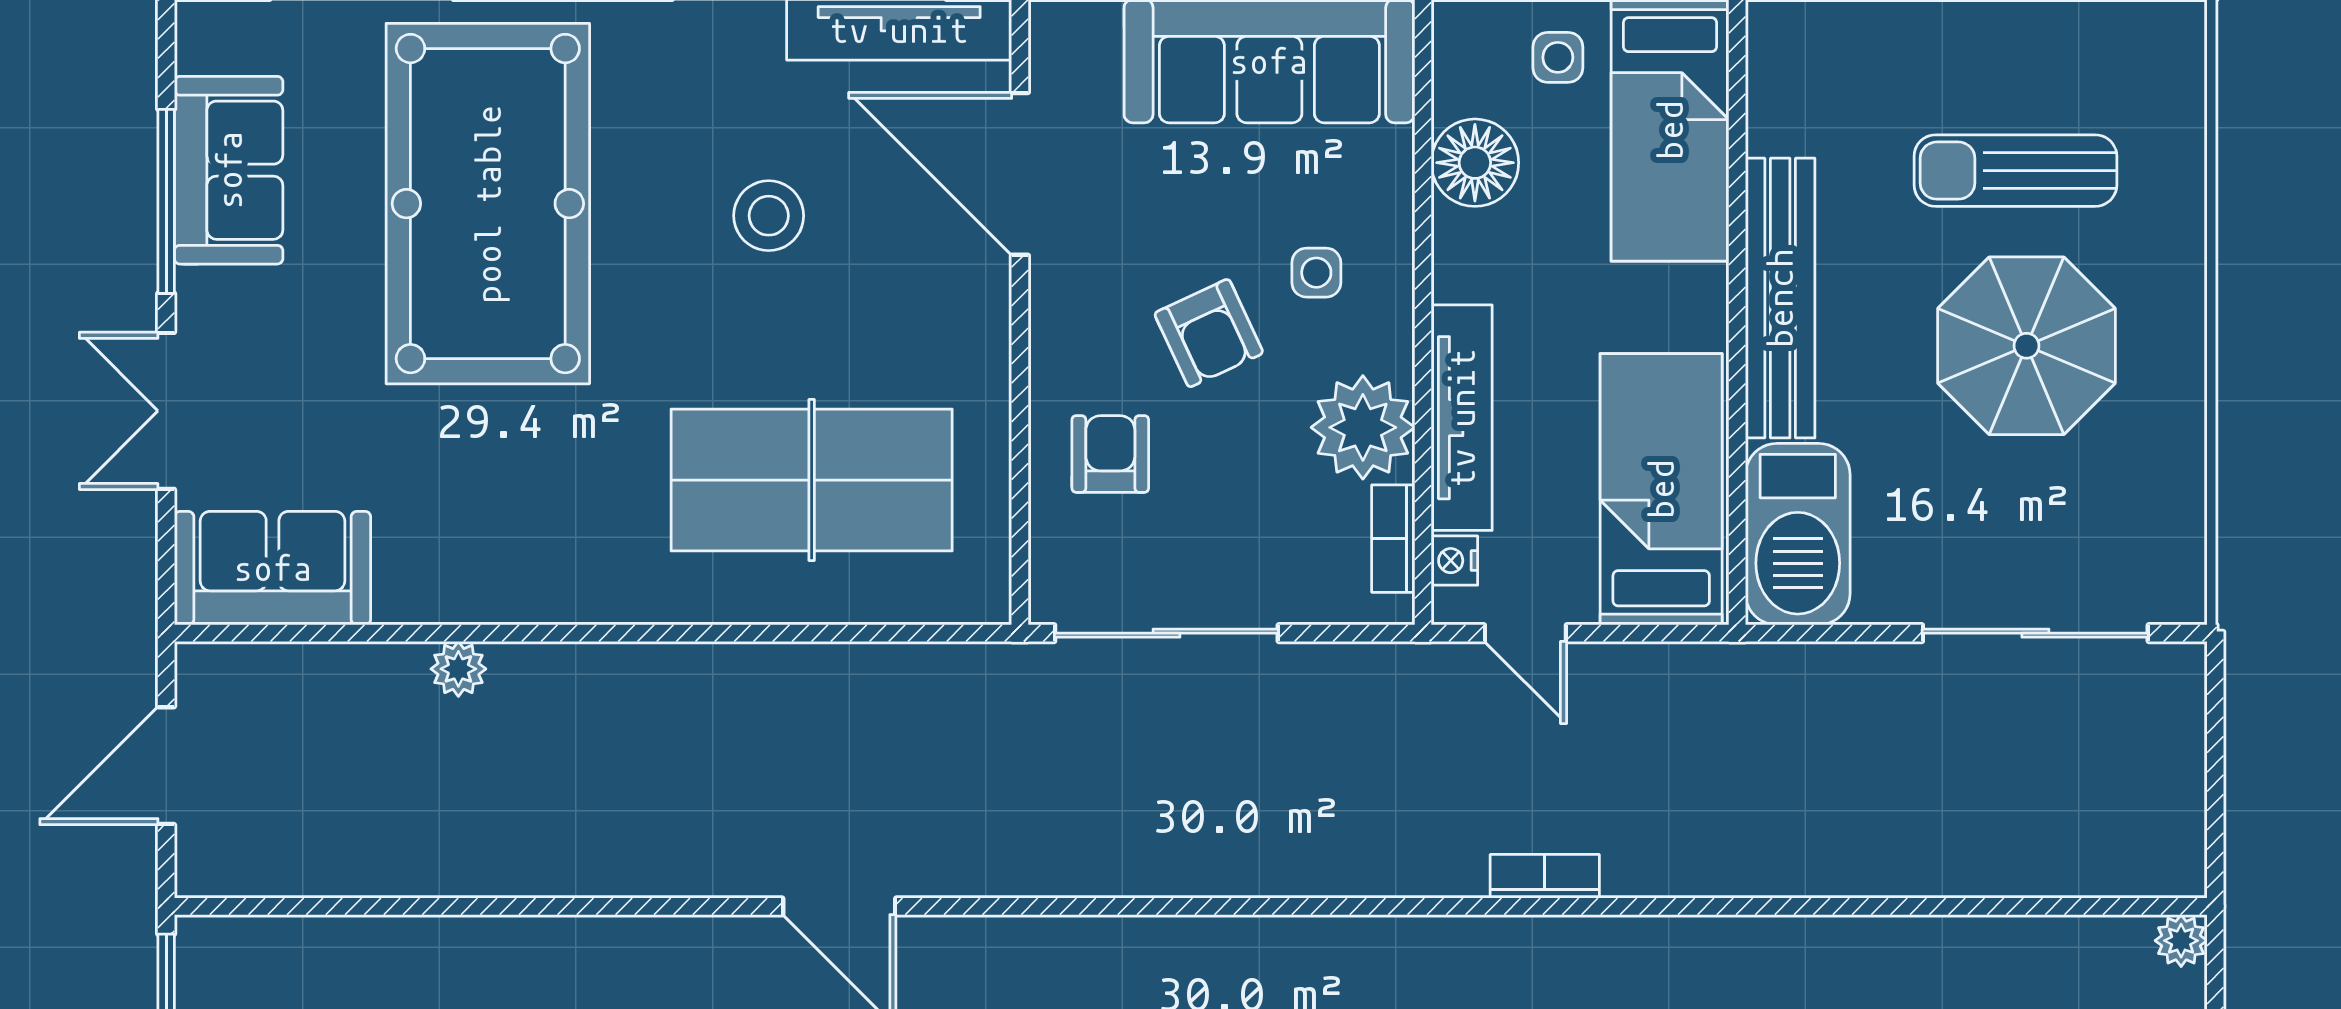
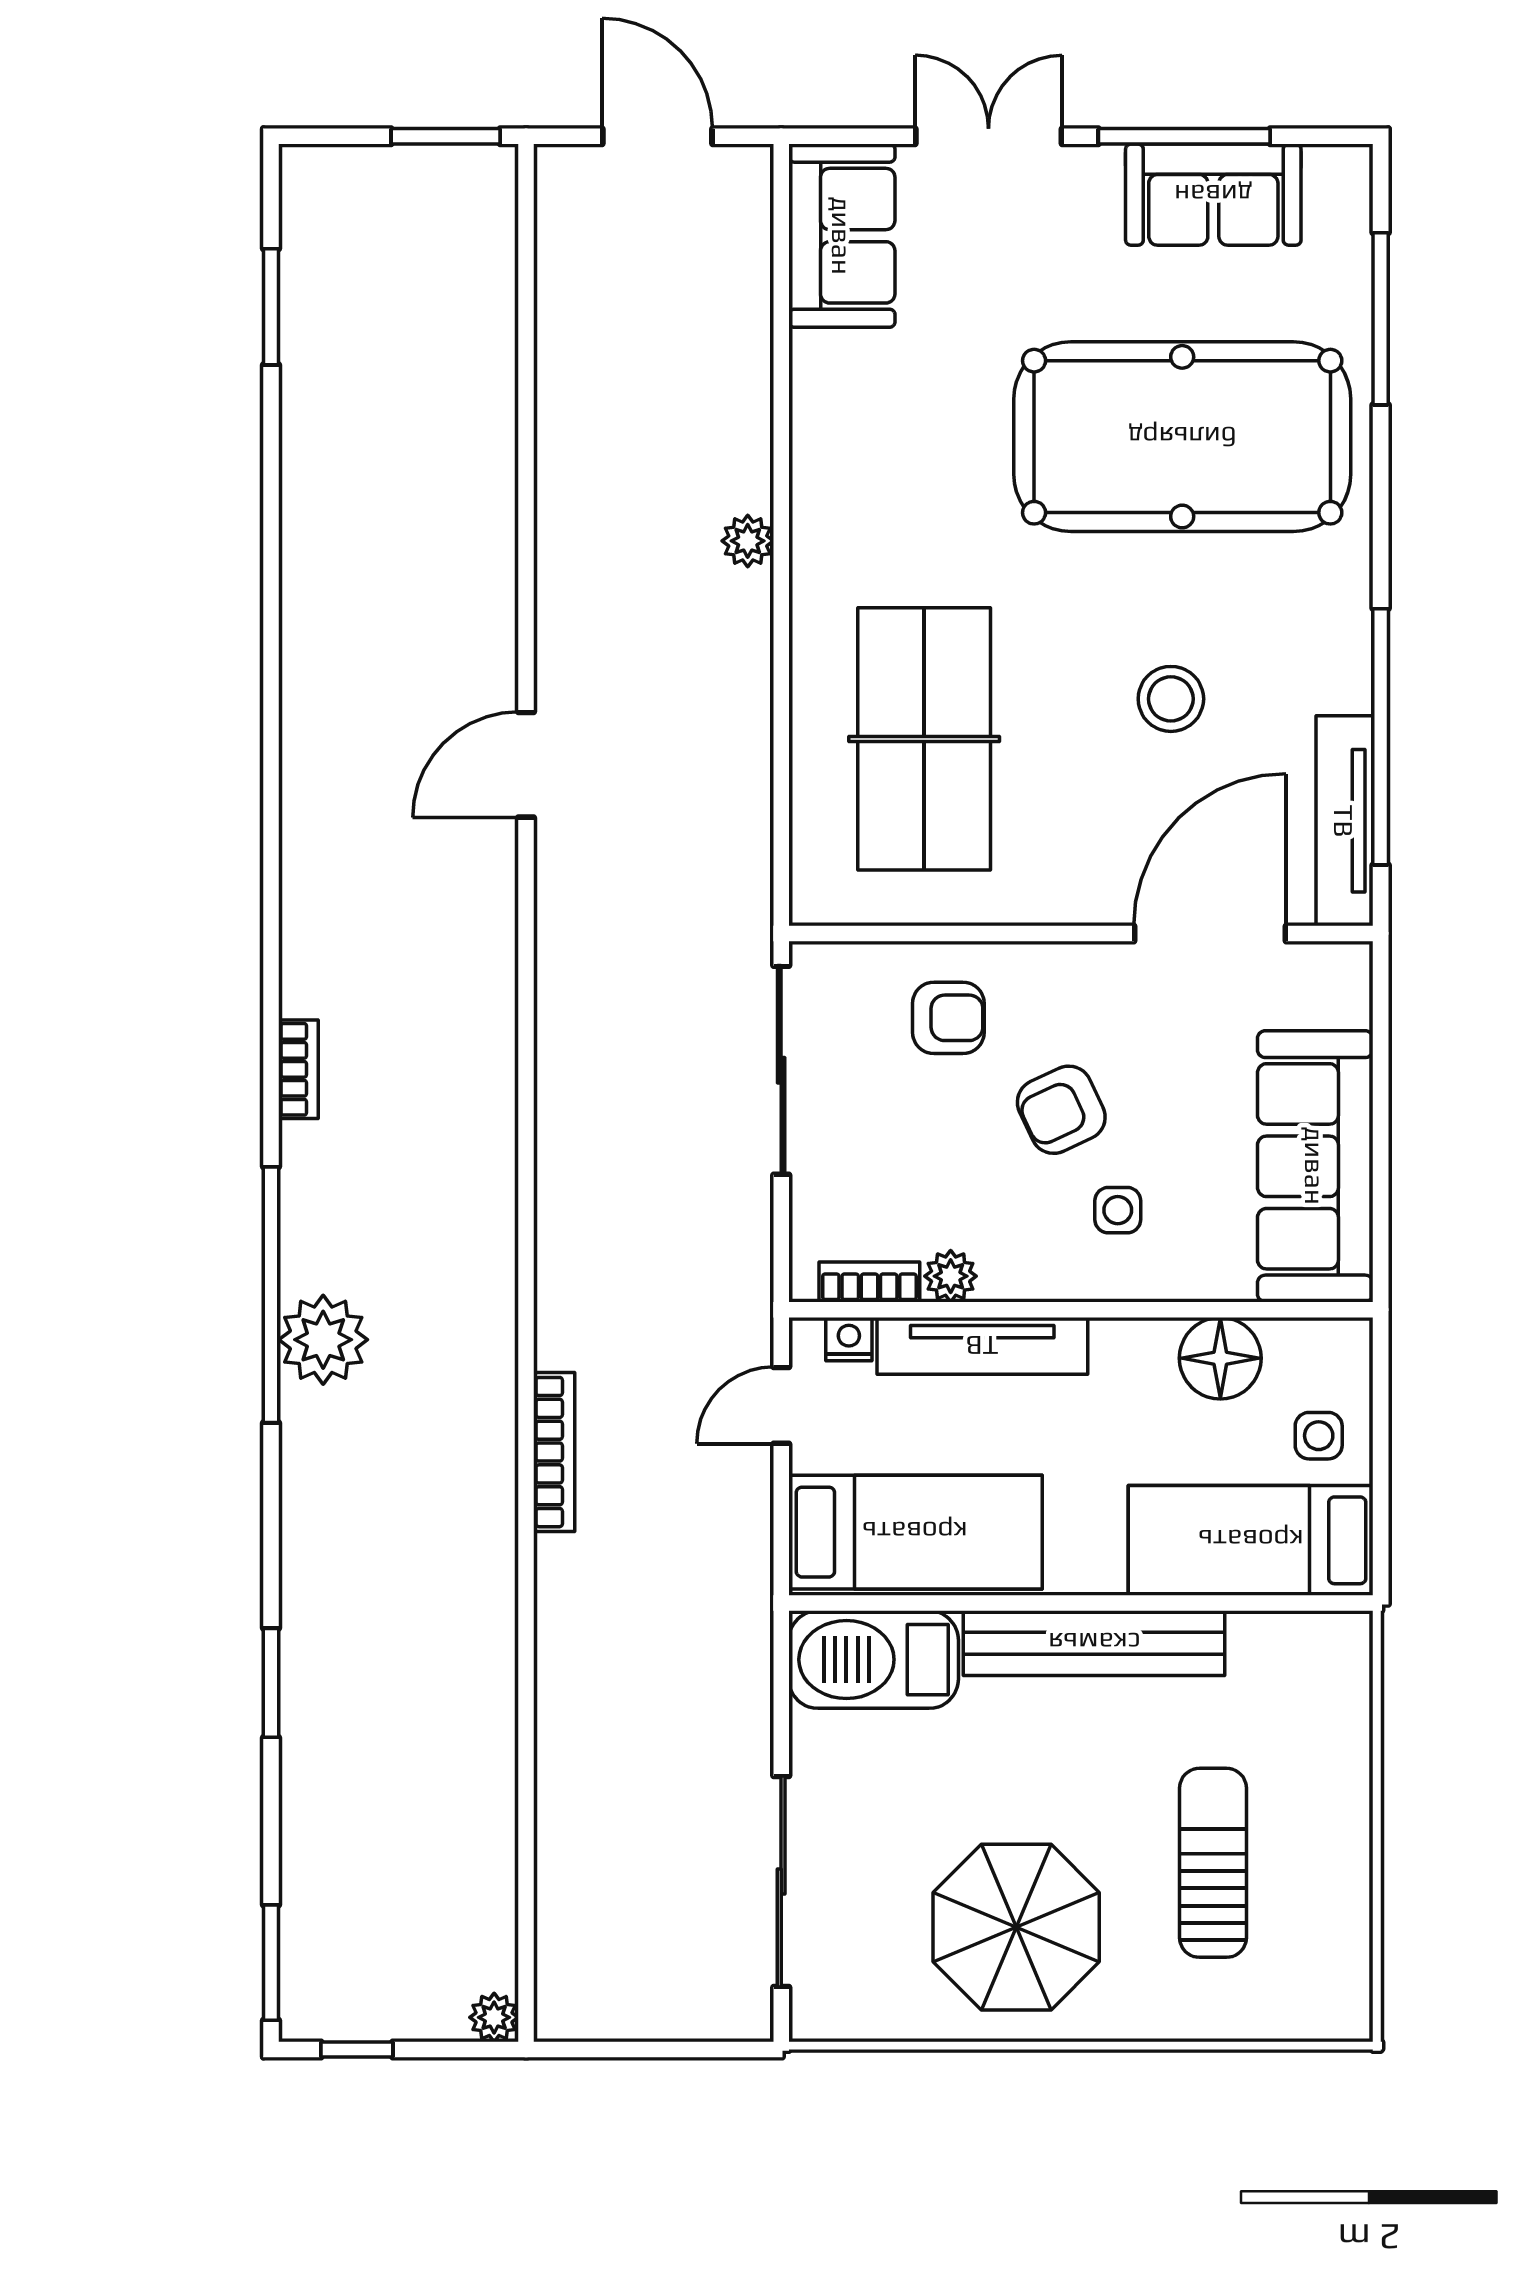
parasol: (2026, 346) -> (1016, 1927), moved
plant: (1363, 427) -> (951, 1276), width x0.53, depth x0.53
plant: (458, 669) -> (748, 541), moved
bookcase: (1545, 876) -> (554, 1452), width x1.56

